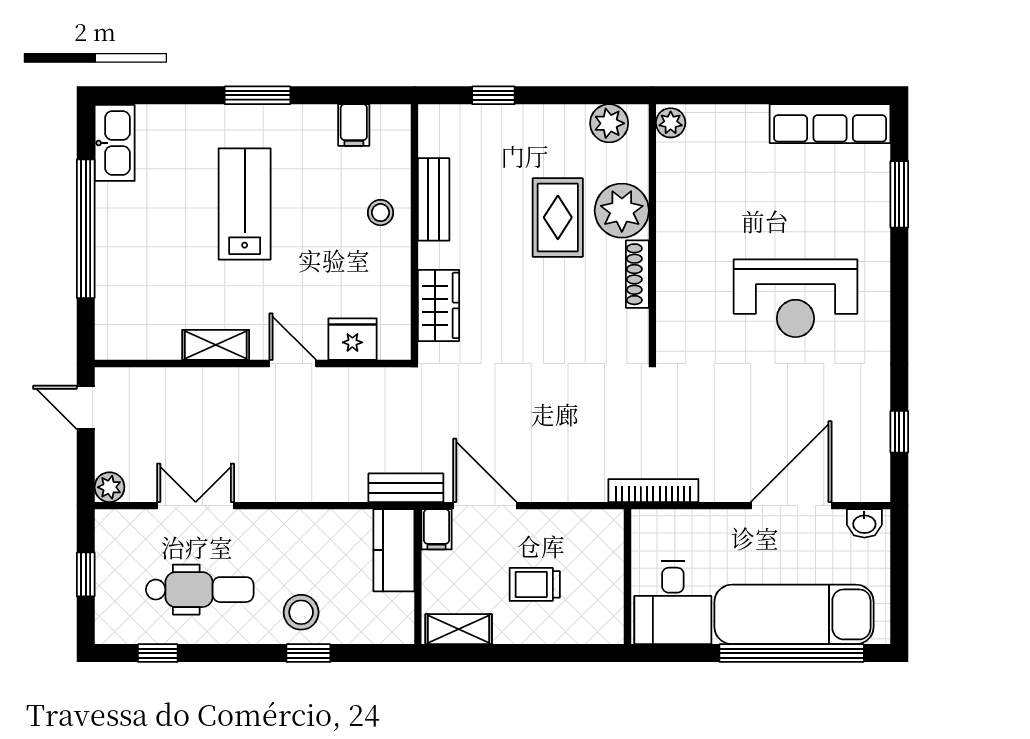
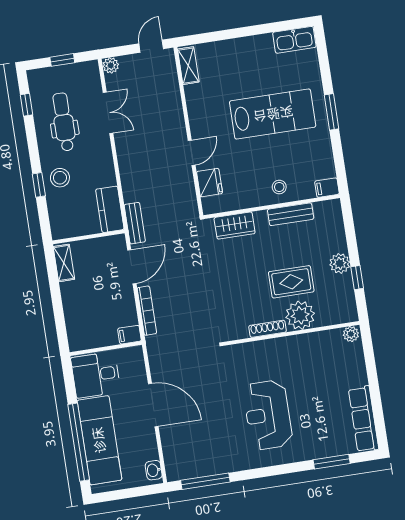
window: (493, 95) -> (357, 278), moved
plant: (609, 123) -> (340, 263), moved
filing cabinet: (354, 125) -> (327, 188), moved
lab bench: (245, 204) -> (273, 114), width x1.36, depth x1.39
window: (86, 229) -> (246, 31), removed
shelving: (216, 345) -> (188, 66), moved
window: (899, 432) -> (205, 481), width x2.17
bookcase: (653, 491) -> (147, 311), moved
door: (791, 506) -> (153, 405), moved
filing cabinet: (437, 529) -> (129, 335), moved
kitchen counter: (394, 550) -> (110, 209), moved, turned -90
trolley: (535, 584) -> (94, 300), removed
dental chair: (200, 590) -> (64, 122), turned 180

